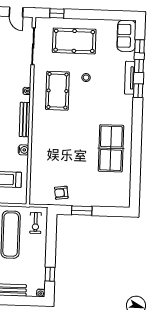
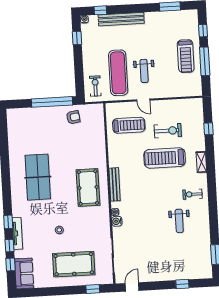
door: (16, 12) -> (132, 287), hinge flipped
pool table: (57, 91) -> (88, 187), moved
table tennis table: (111, 148) -> (38, 177), moved
water cooler: (23, 150) -> (117, 221), moved
window: (82, 211) -> (52, 102), width x2.11
window: (23, 301) -> (100, 10), added

